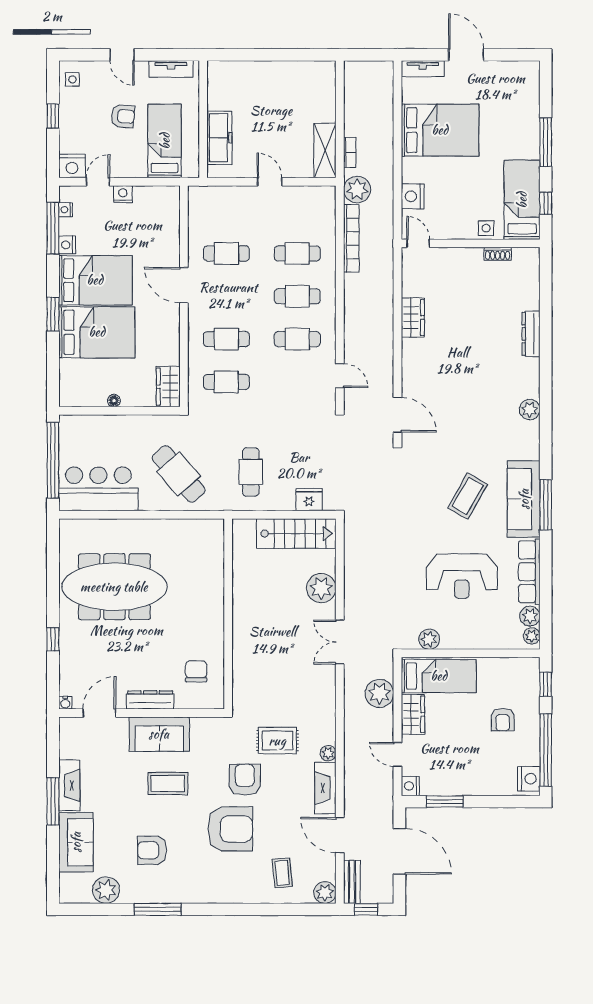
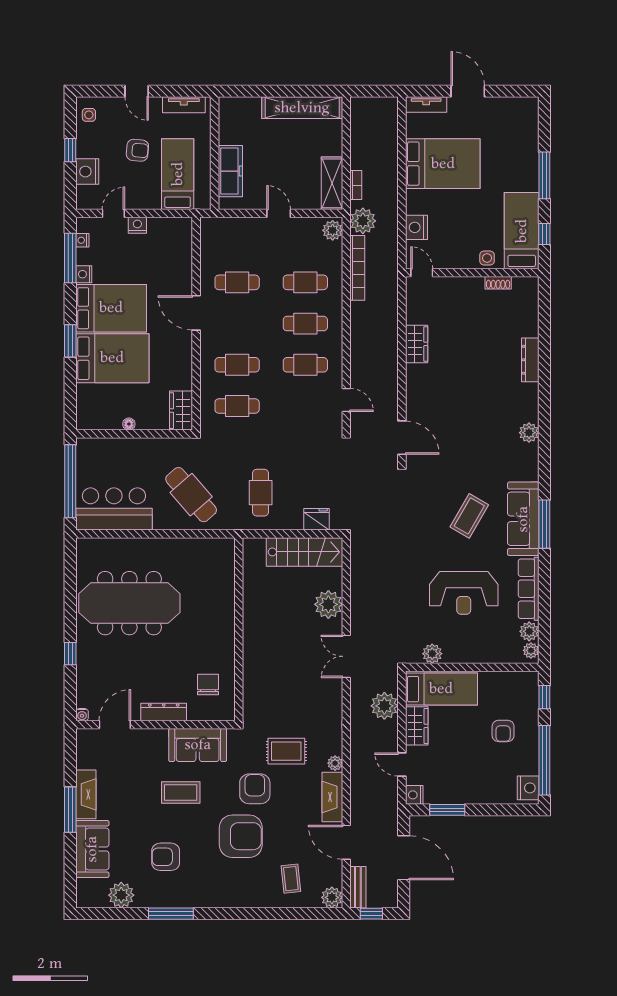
shelving: (294, 72) -> (302, 108), added
nightstand: (72, 166) -> (87, 172), moved, turned 90
plant: (326, 199) -> (333, 230), added
sofa: (159, 734) -> (198, 745), moved

